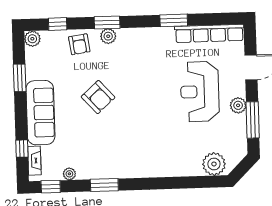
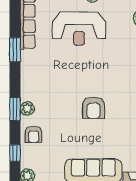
armchair: (79, 44) -> (34, 134), turned 98
armchair: (98, 97) -> (94, 108), moved, turned 132

